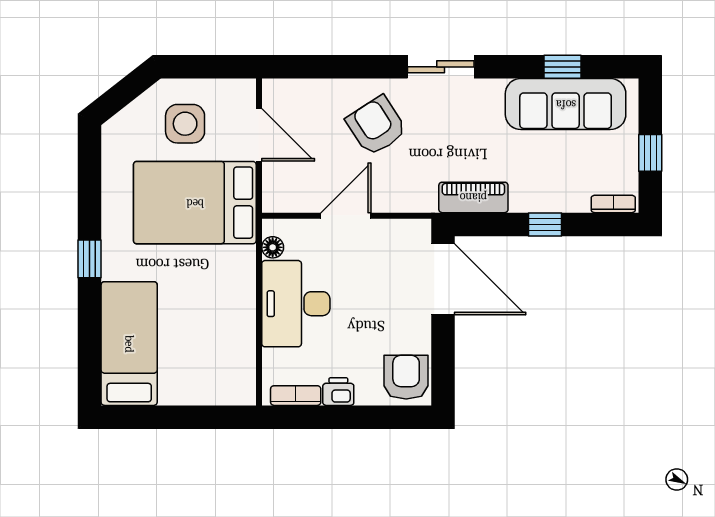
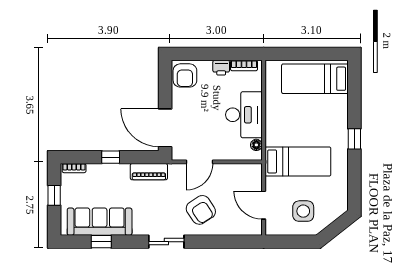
bed: (195, 203) -> (298, 161), width x0.67
door: (346, 216) -> (199, 162), moved
bed: (129, 344) -> (315, 79), moved, turned 90

